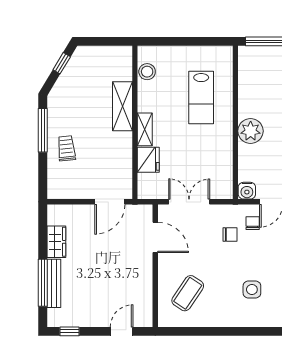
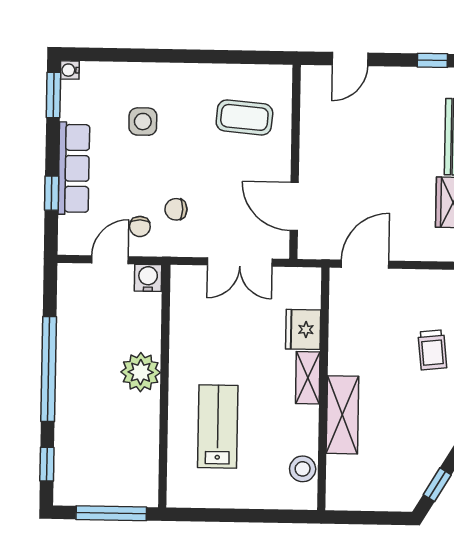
coffee table: (188, 293) -> (244, 117), turned 61

